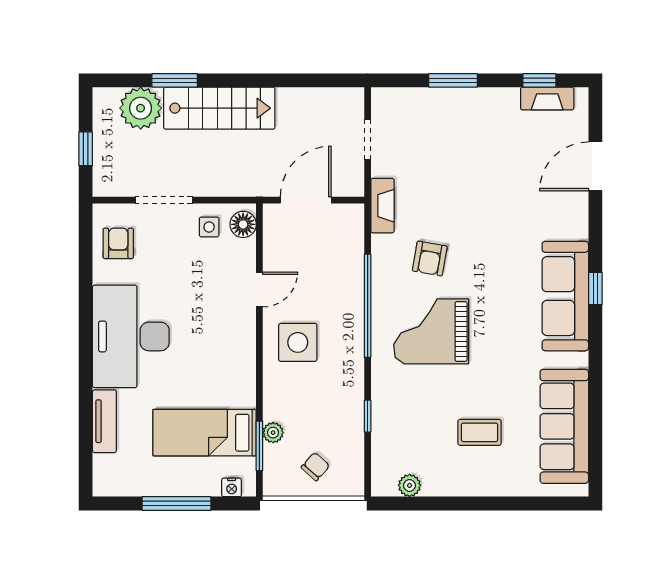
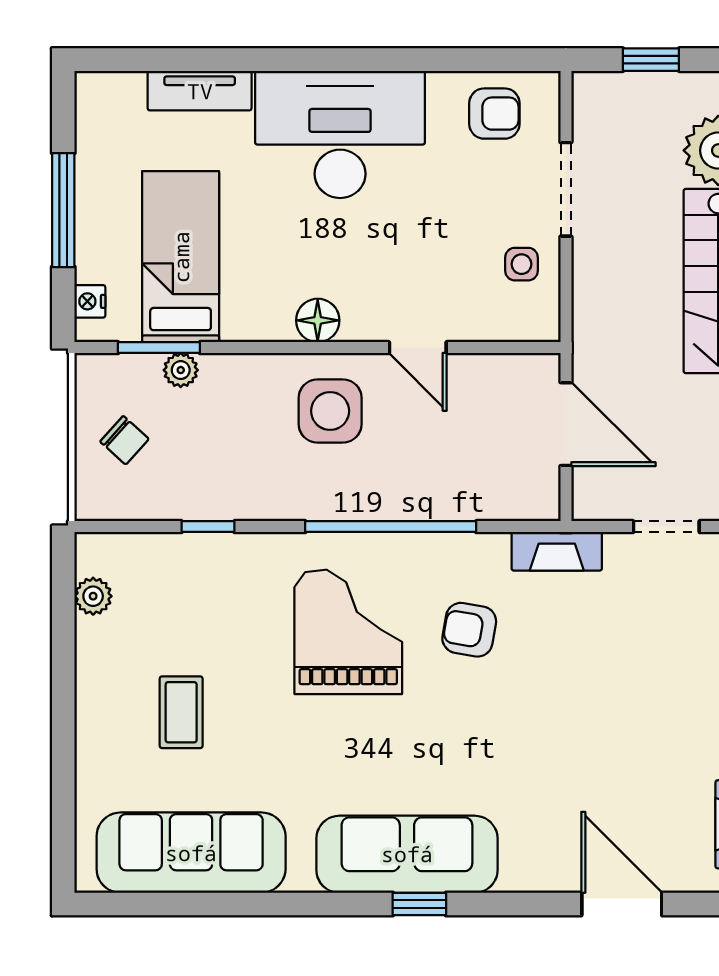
floor lamp: (243, 224) -> (318, 320), moved

